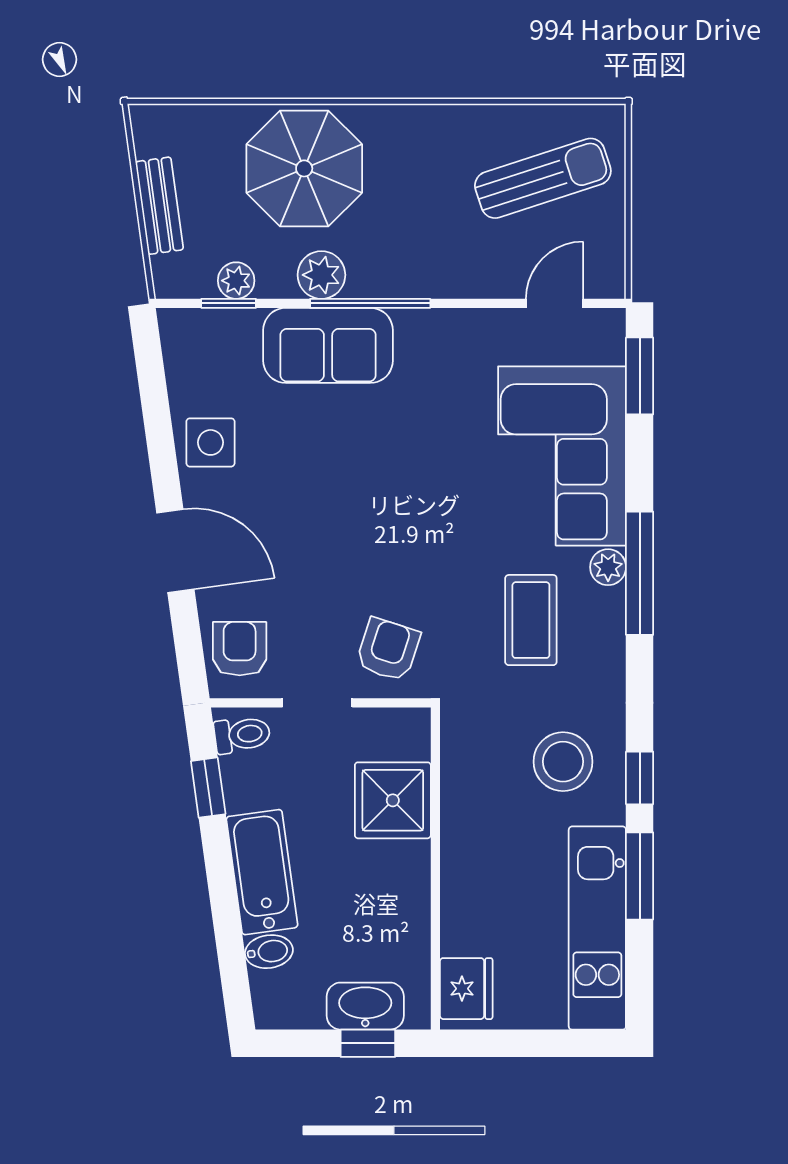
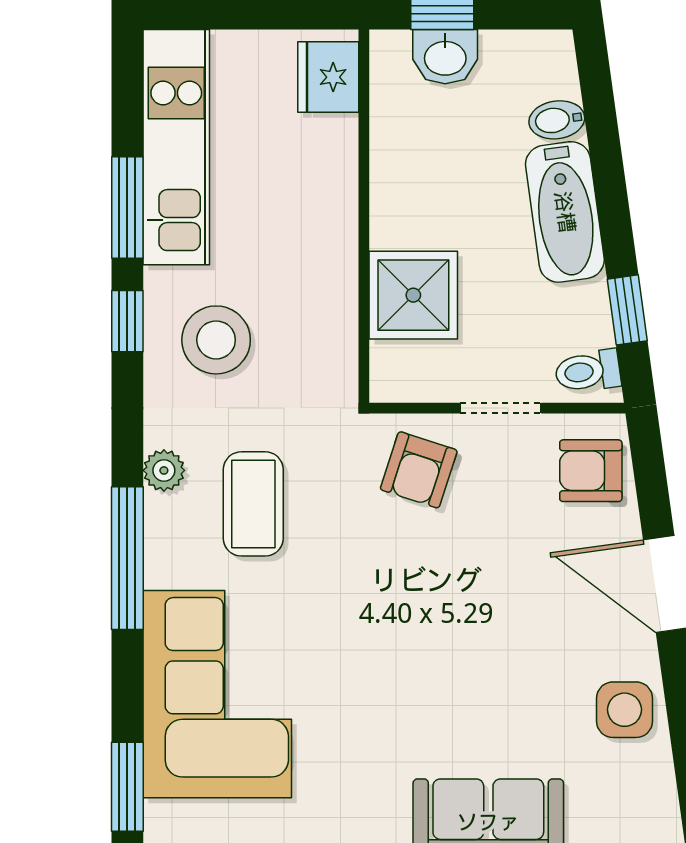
plant: (608, 567) -> (164, 470), moved
armchair: (240, 649) -> (591, 471), turned 90
washbasin: (365, 1006) -> (445, 57), width x0.72

